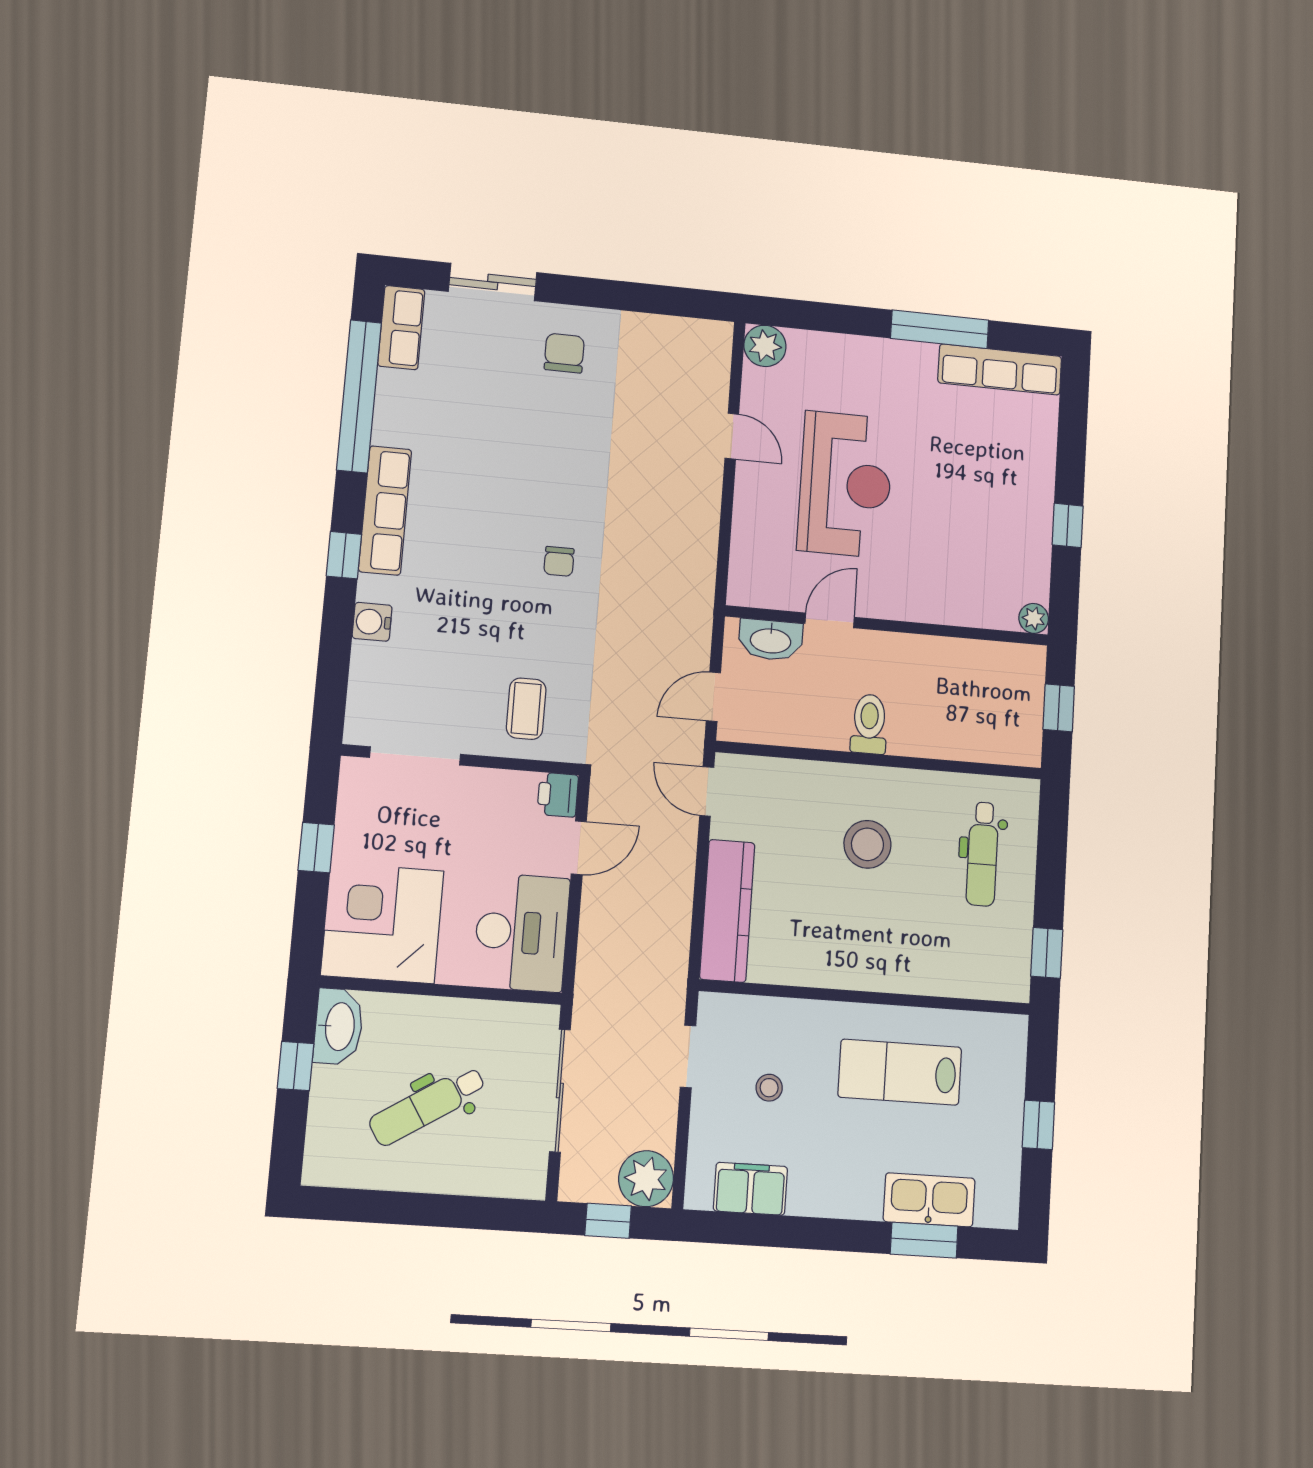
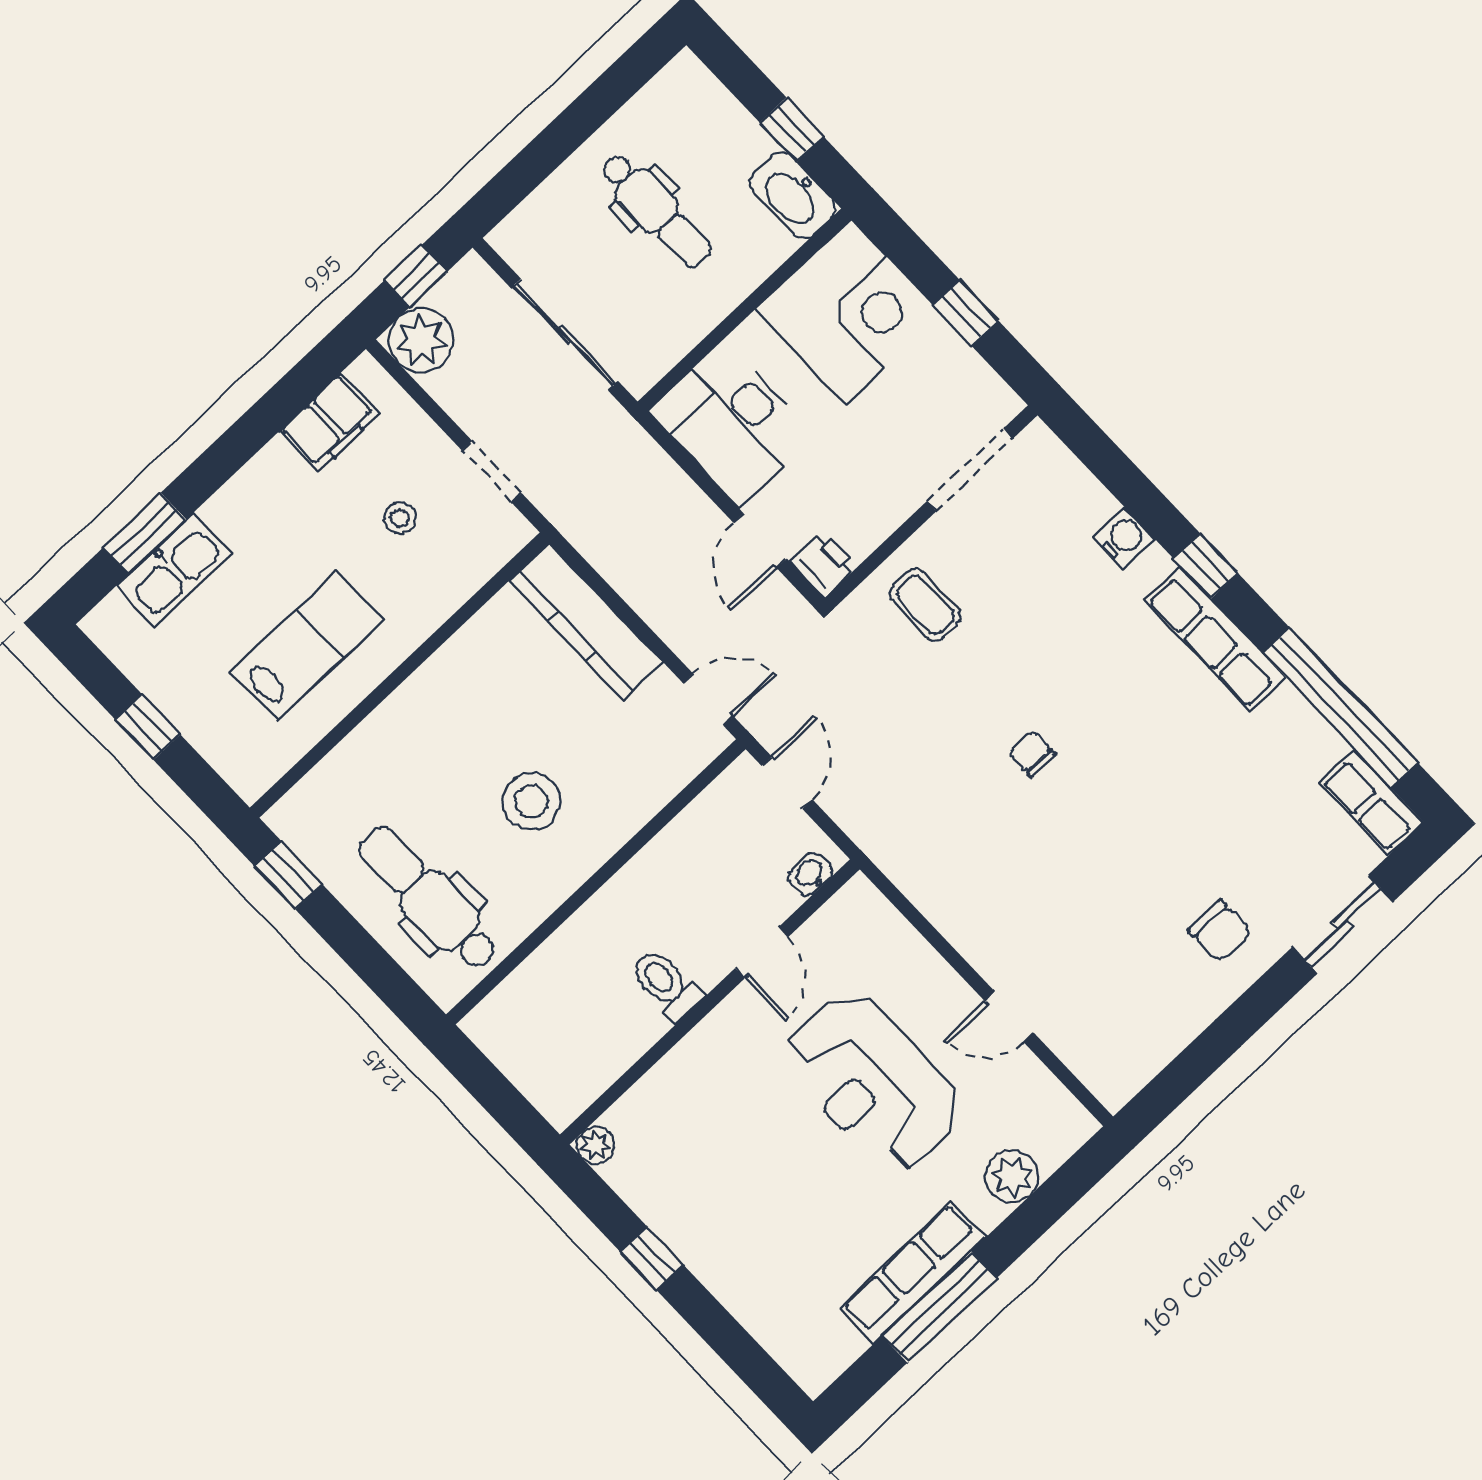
plant: (765, 346) -> (1012, 1177), moved
row of seats: (1000, 370) -> (913, 1272), moved
washbasin: (771, 640) -> (810, 874), width x0.52, depth x0.69
window: (1059, 708) -> (494, 1092), removed
toilet: (869, 724) -> (666, 984), moved, turned 180
dental chair: (982, 854) -> (428, 898), width x1.36, depth x1.38
dental chair: (427, 1106) -> (656, 211), turned 122

